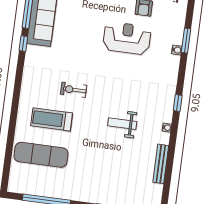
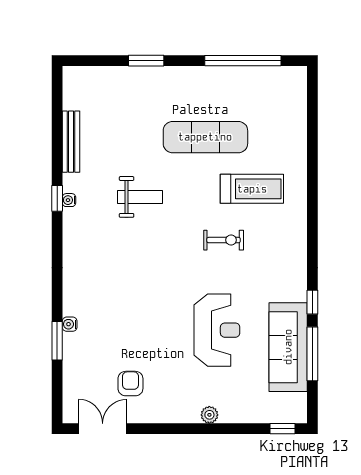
reception desk: (127, 38) -> (217, 330), moved, turned -90
window: (178, 103) -> (57, 198), moved
exercise mat: (41, 155) -> (205, 137), moved

